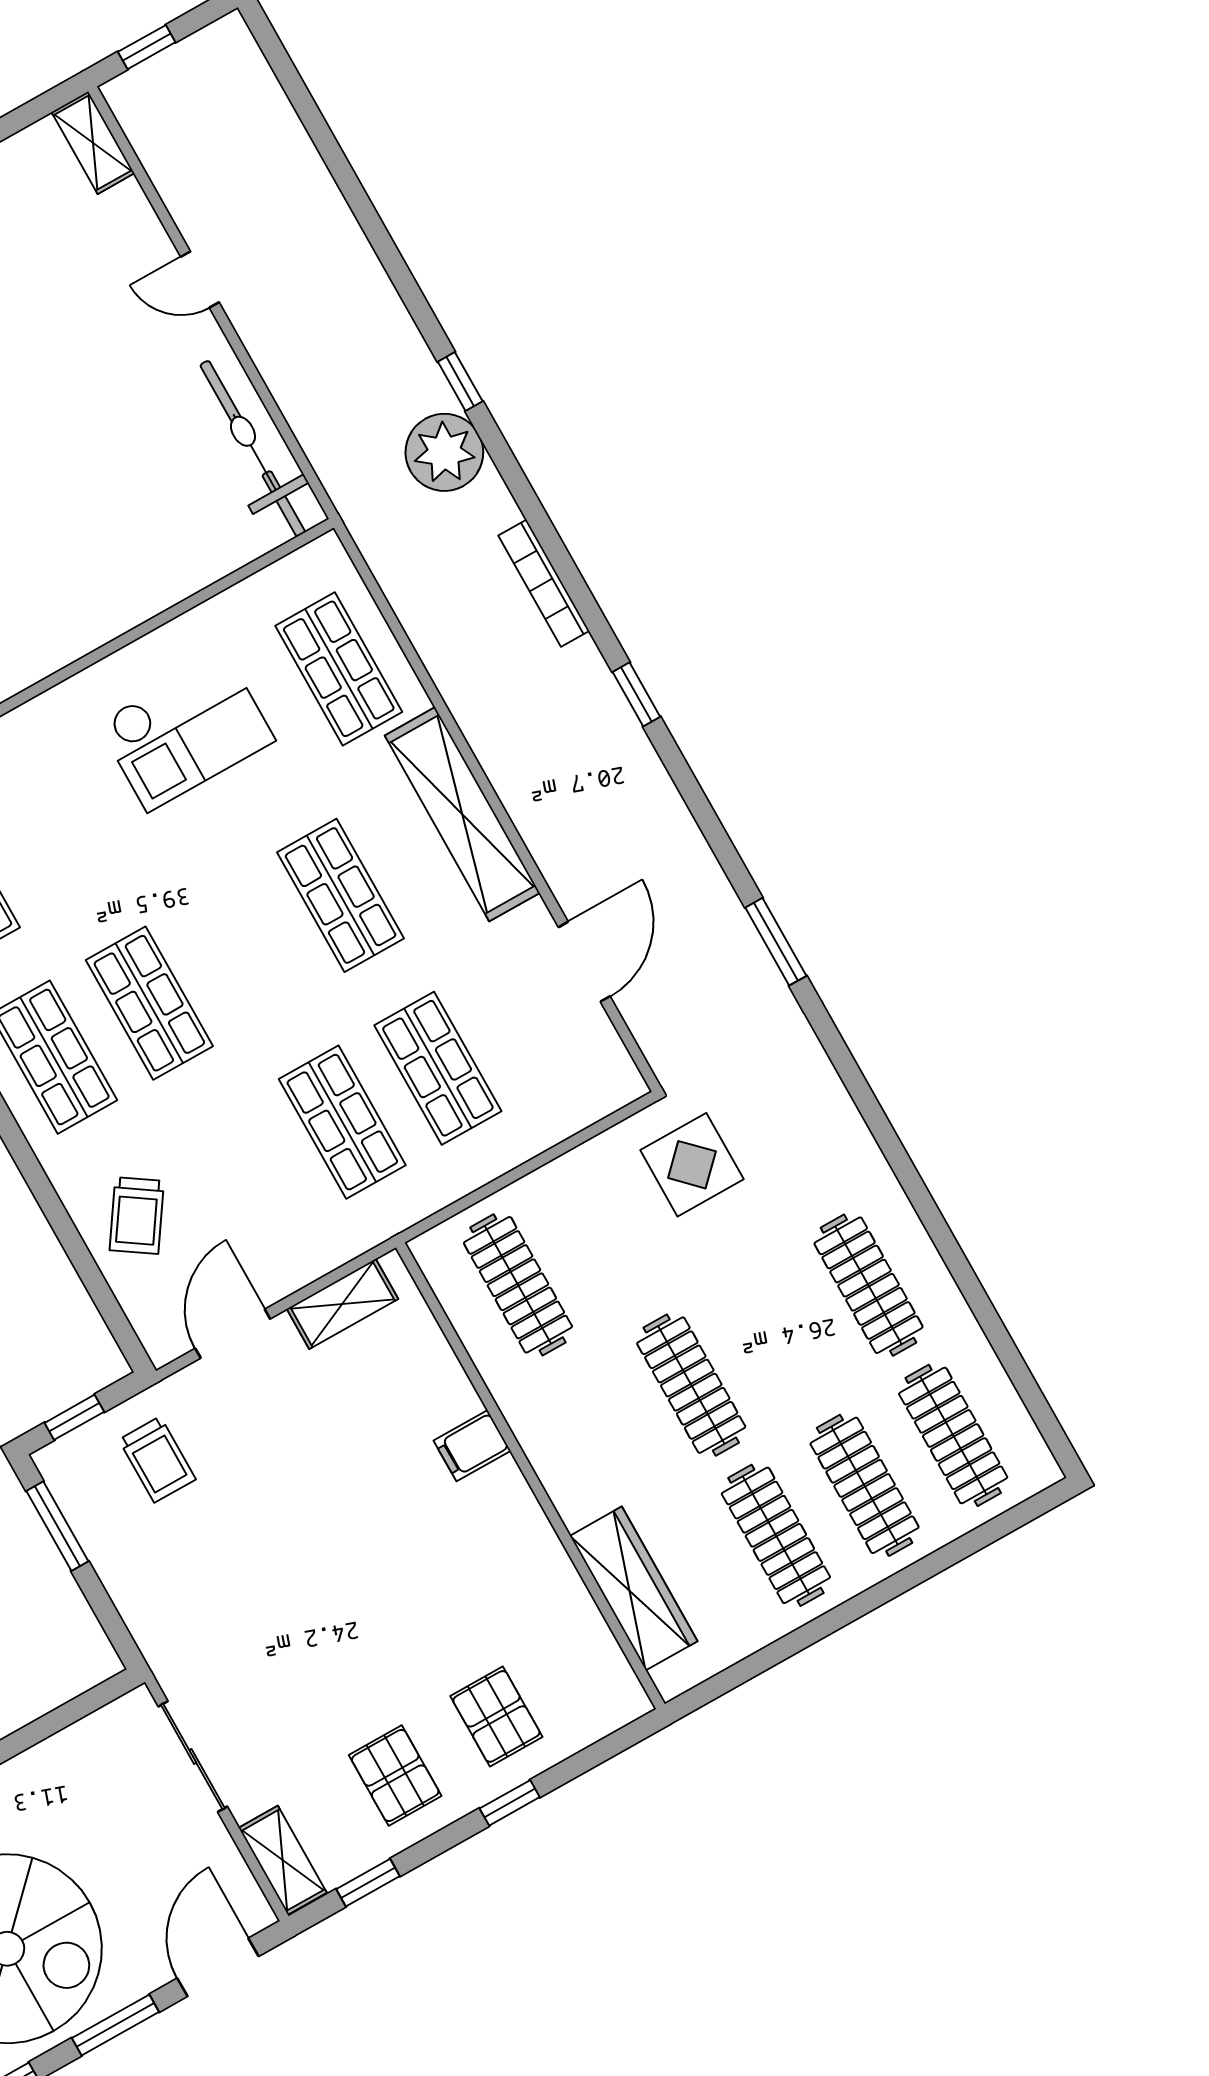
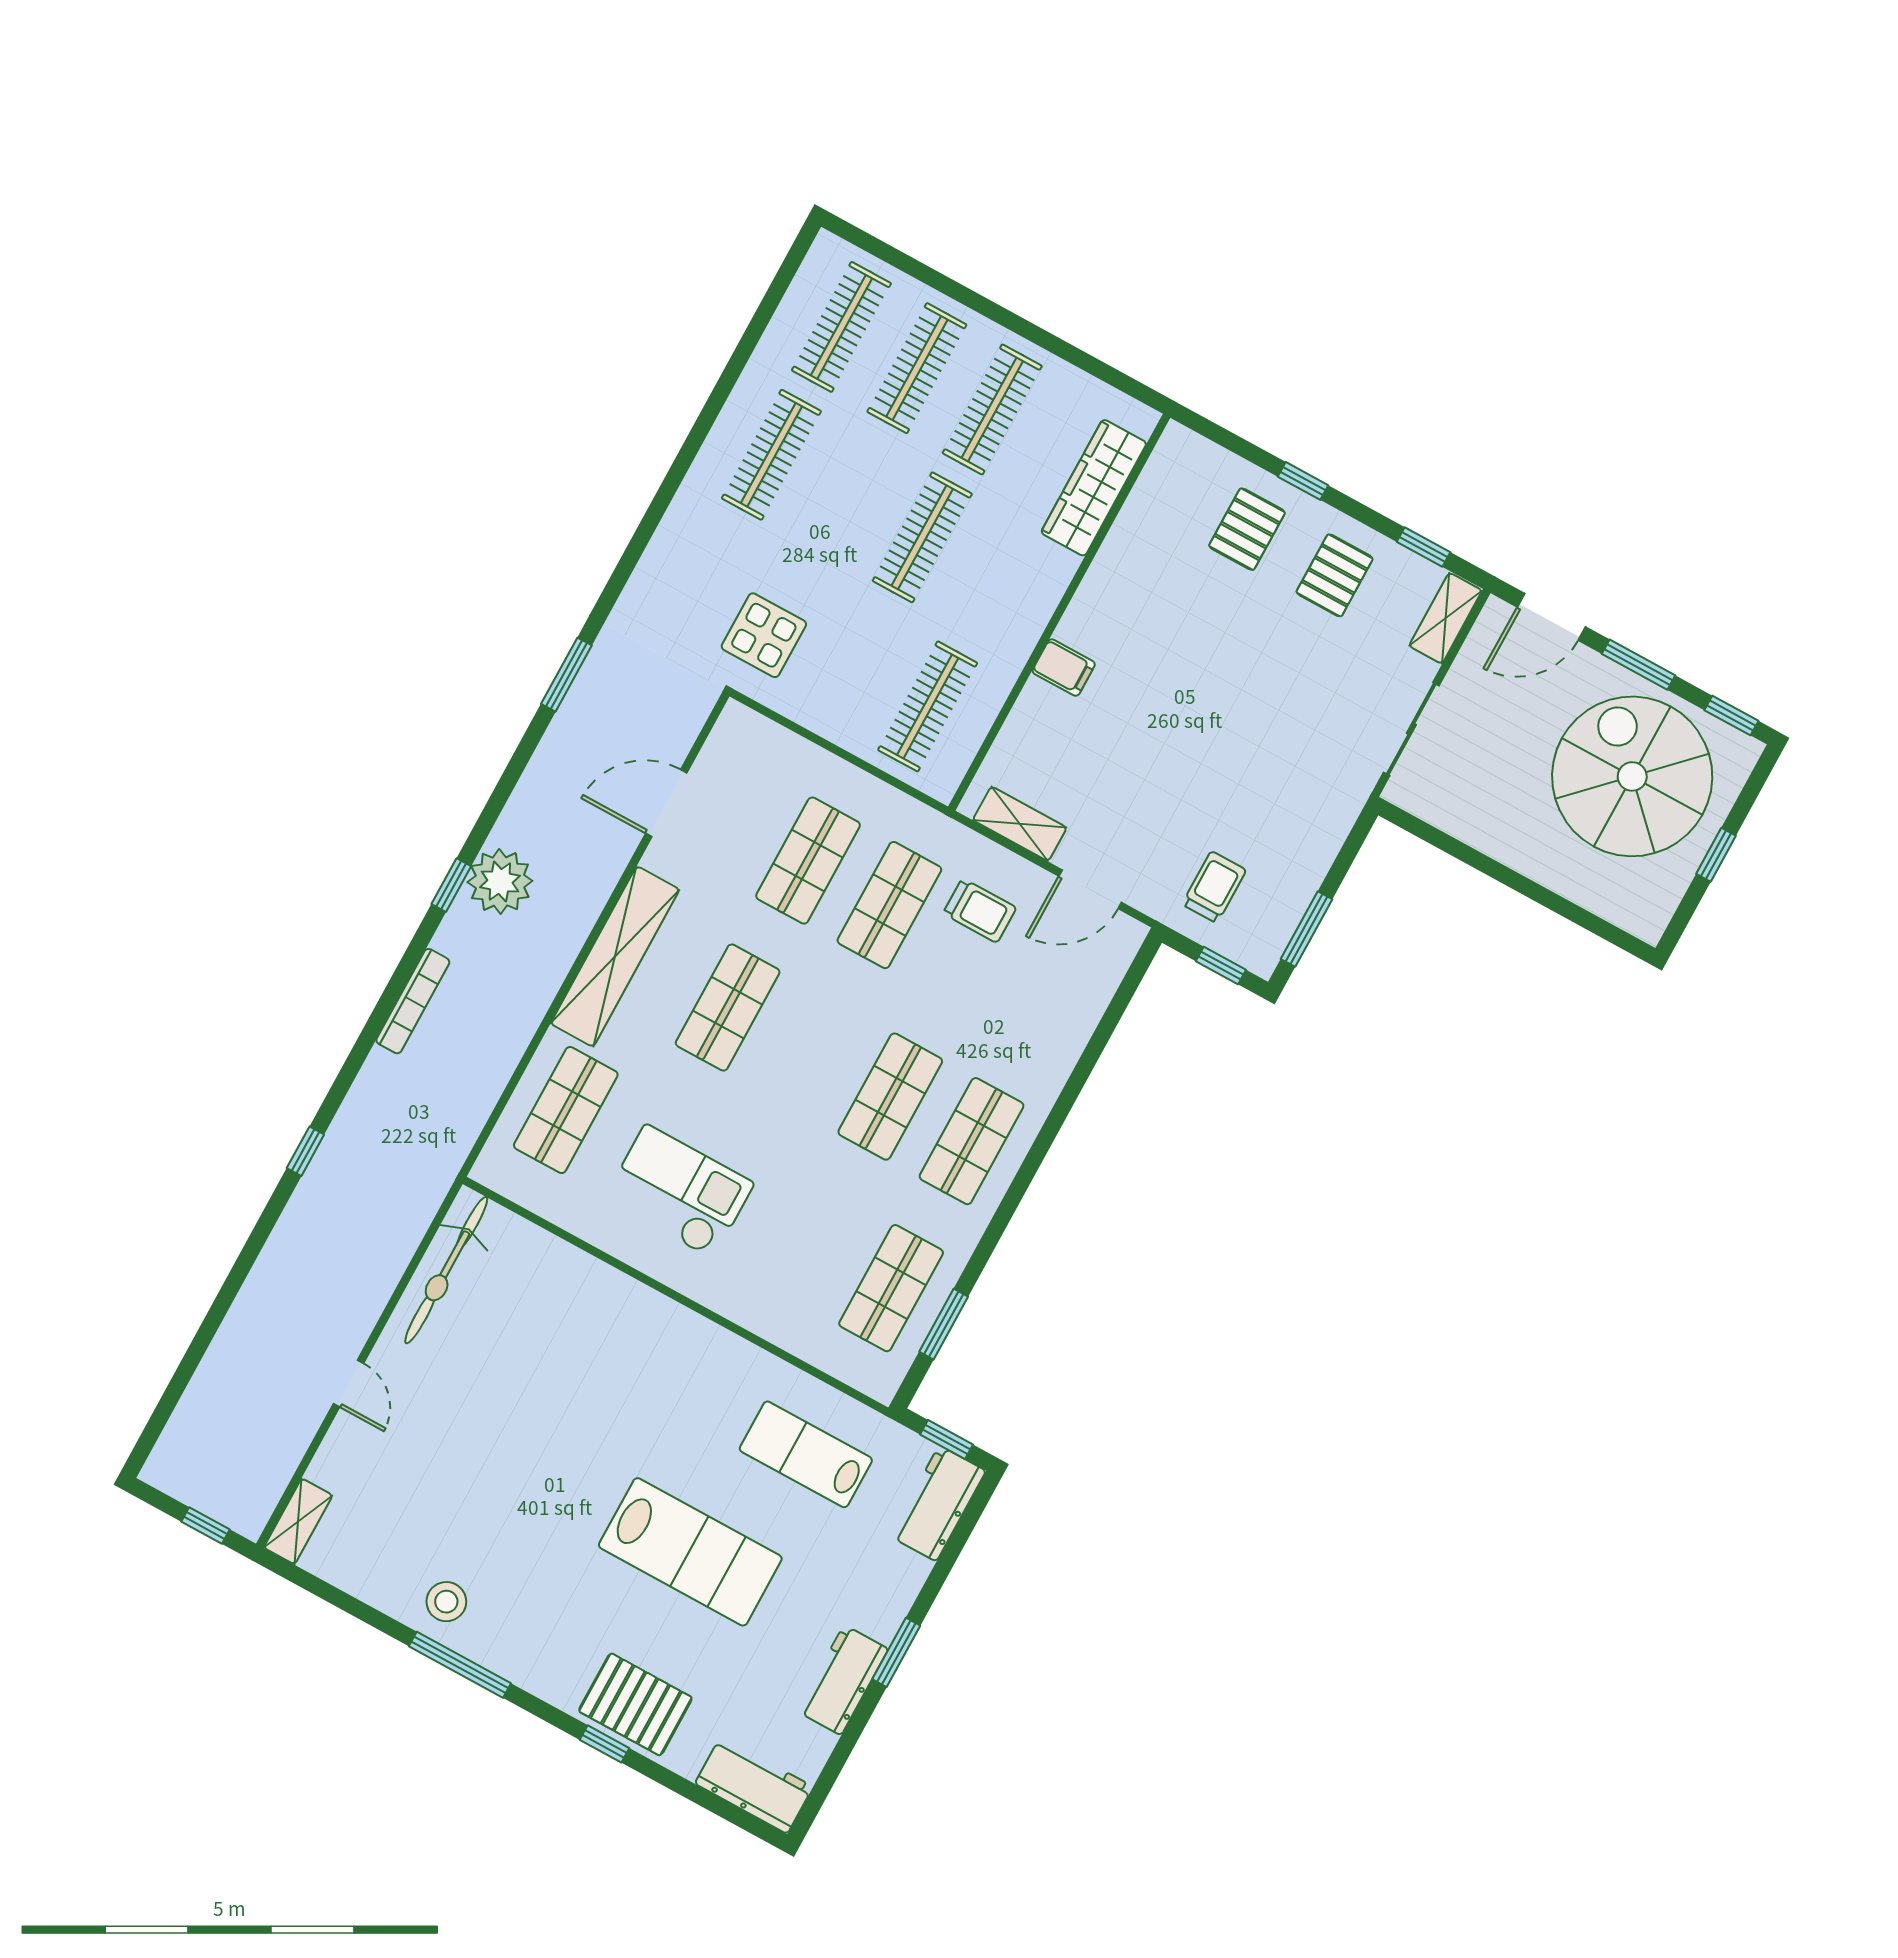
plant: (444, 452) -> (500, 881), moved
trolley: (137, 1216) -> (980, 911), moved, turned 56

